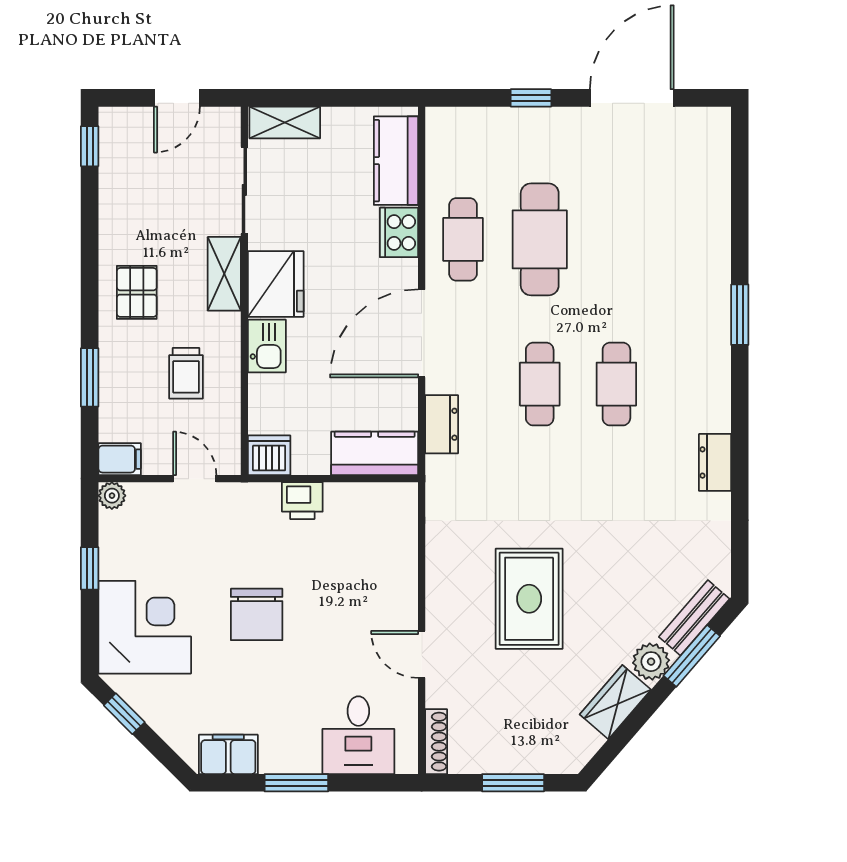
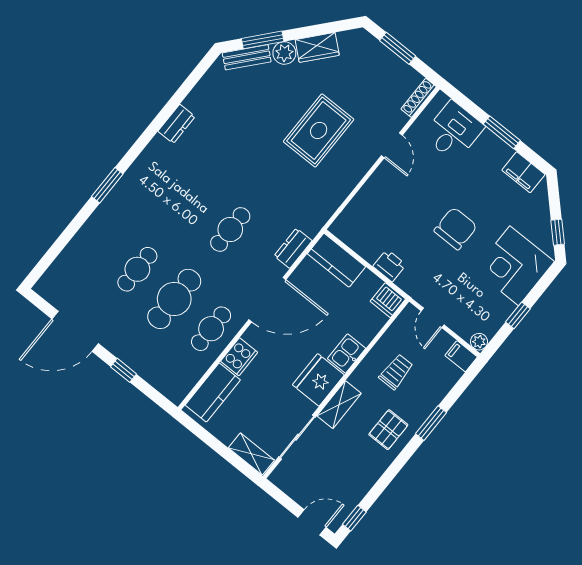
door: (177, 98) -> (312, 522), moved
window: (90, 377) -> (431, 423), moved
cafe table: (616, 384) -> (137, 269), moved

